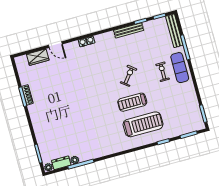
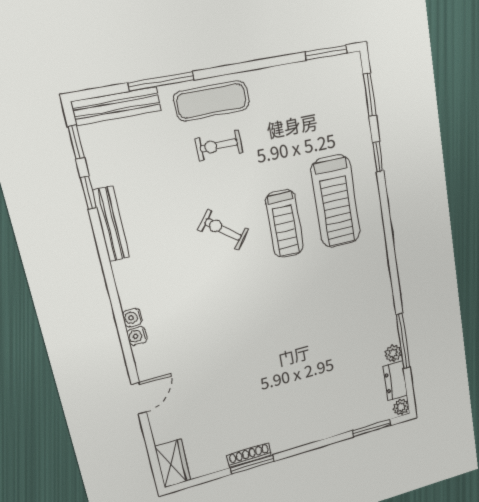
wardrobe: (38, 57) -> (173, 463), moved
treadmill: (143, 124) -> (336, 202), turned 180

